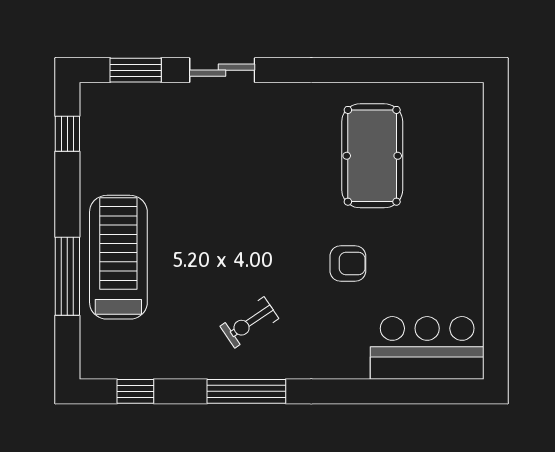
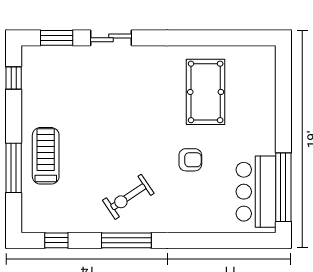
treadmill: (118, 257) -> (46, 156), width x0.73, depth x0.73
window: (496, 307) -> (283, 187), added
exercise bike: (249, 322) -> (128, 197), width x1.38, depth x1.39
bar counter: (427, 348) -> (256, 192), moved, turned -90

